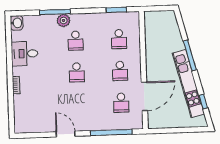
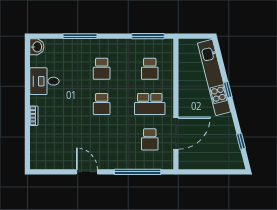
window: (116, 10) -> (148, 36), width x1.44
plant: (63, 20) -> (89, 46), removed
window: (190, 55) -> (228, 90), width x0.46
school desk: (120, 71) -> (150, 104), width x1.85
kitchen unit: (188, 84) -> (214, 77), moved

